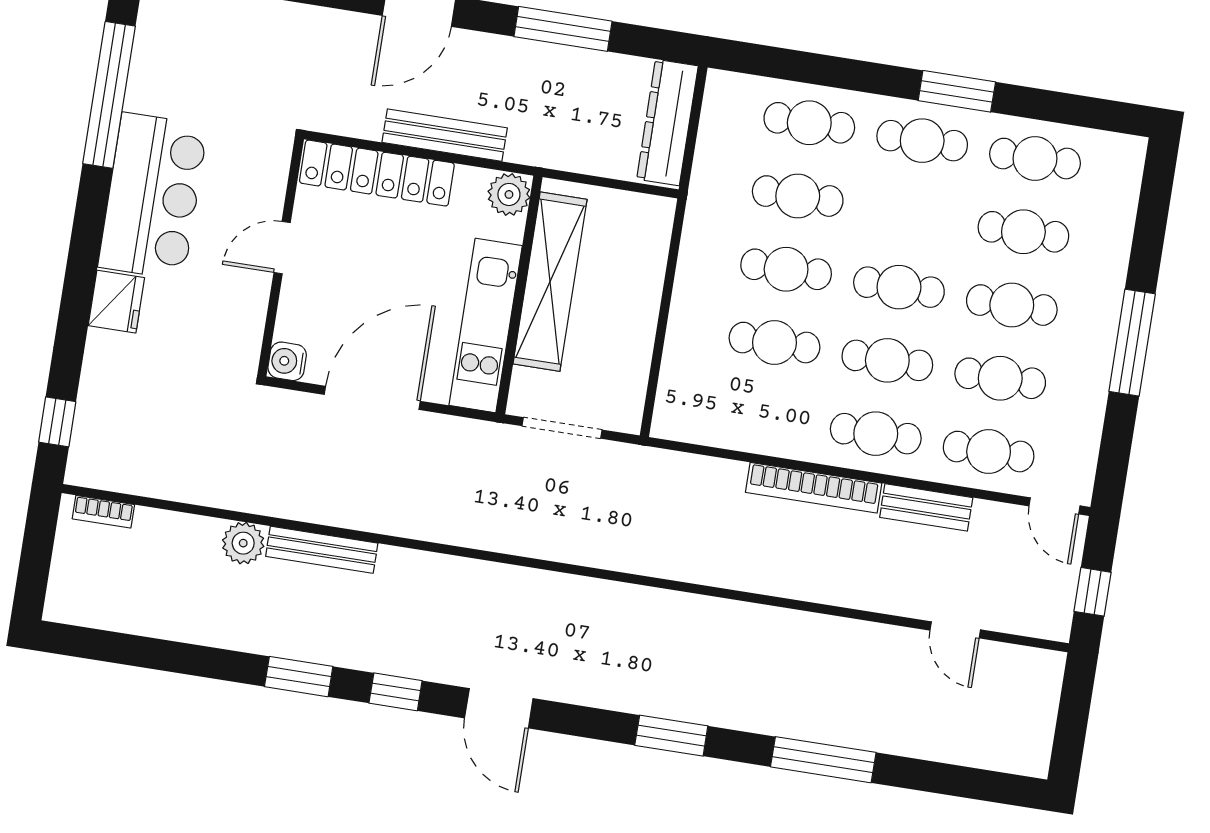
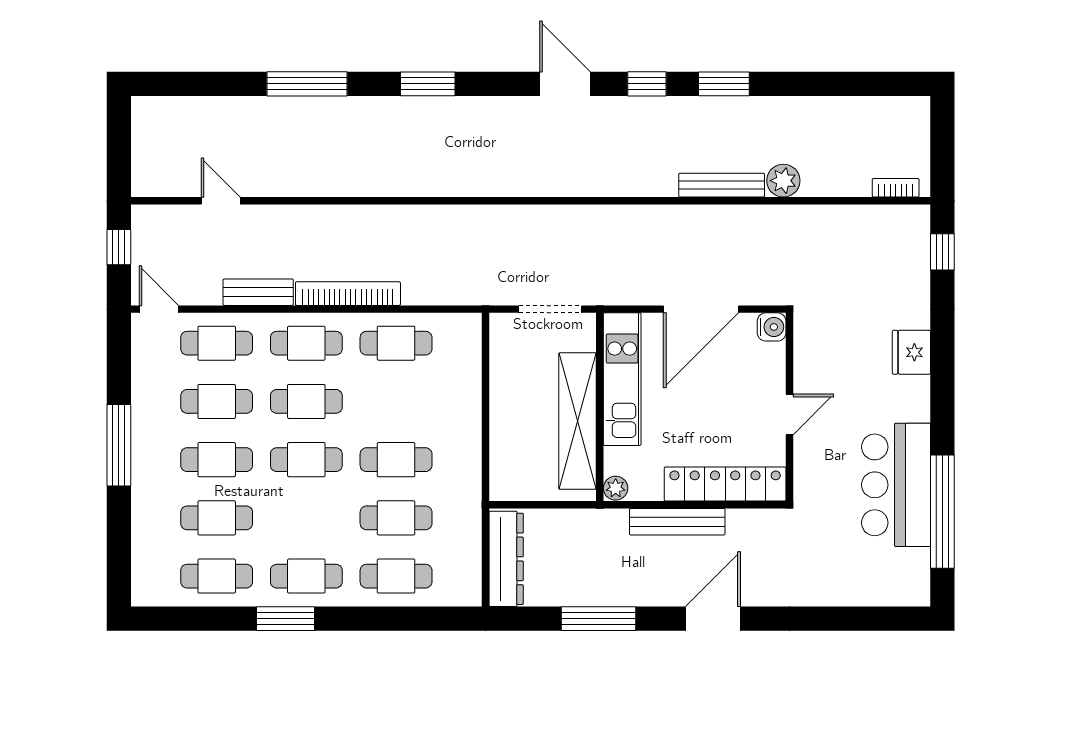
plant: (509, 194) -> (616, 488), width x0.73, depth x0.73
bar counter: (153, 196) -> (896, 485), moved
cafe table: (774, 343) -> (396, 343), moved

